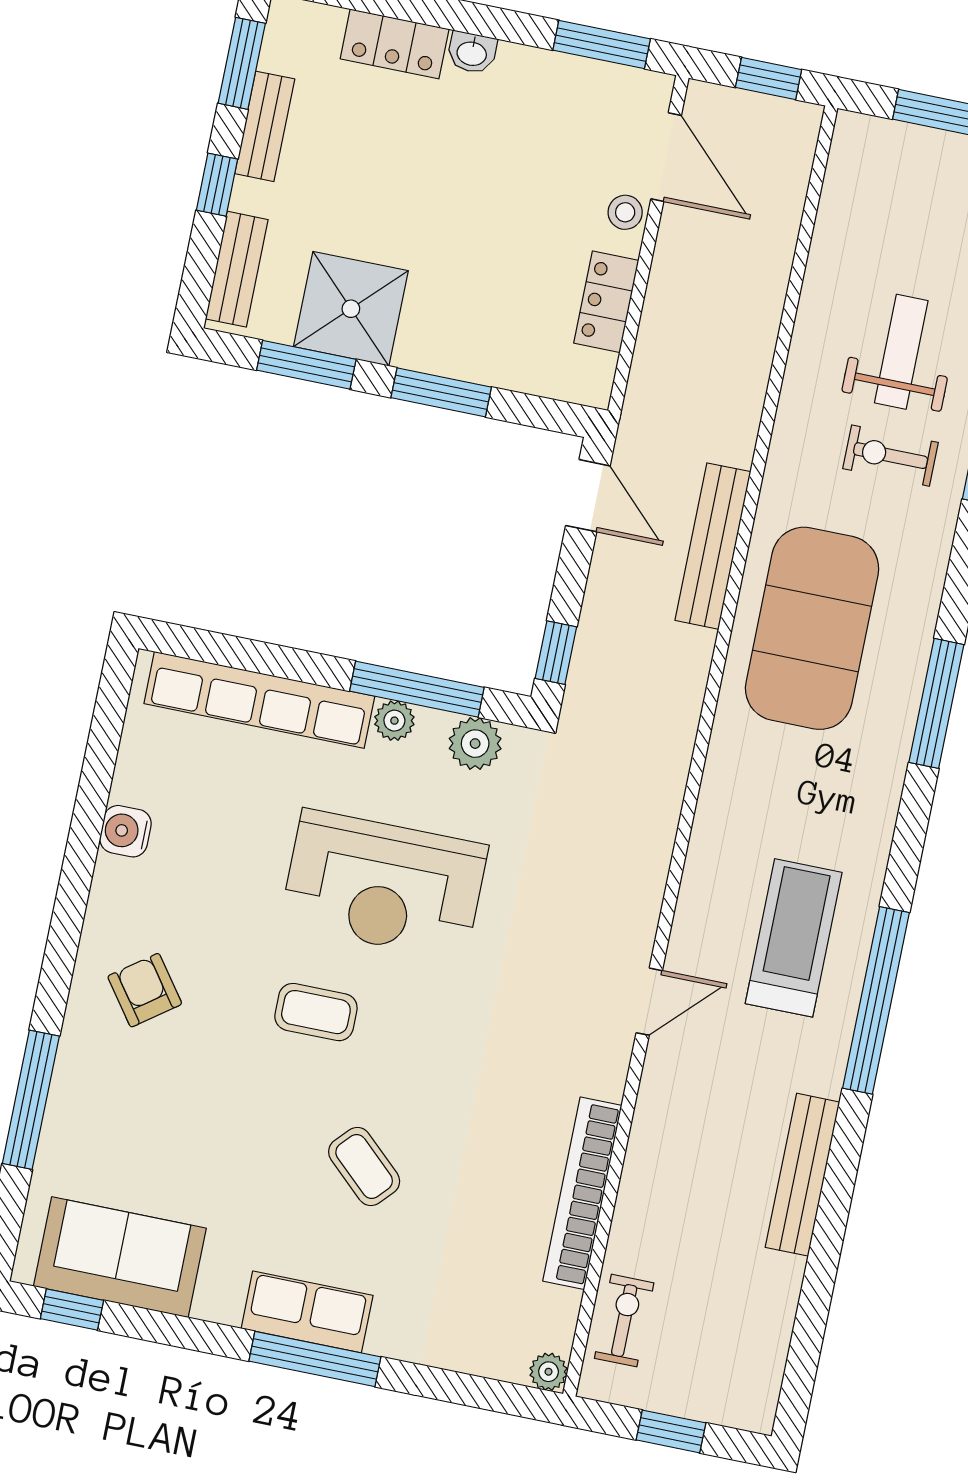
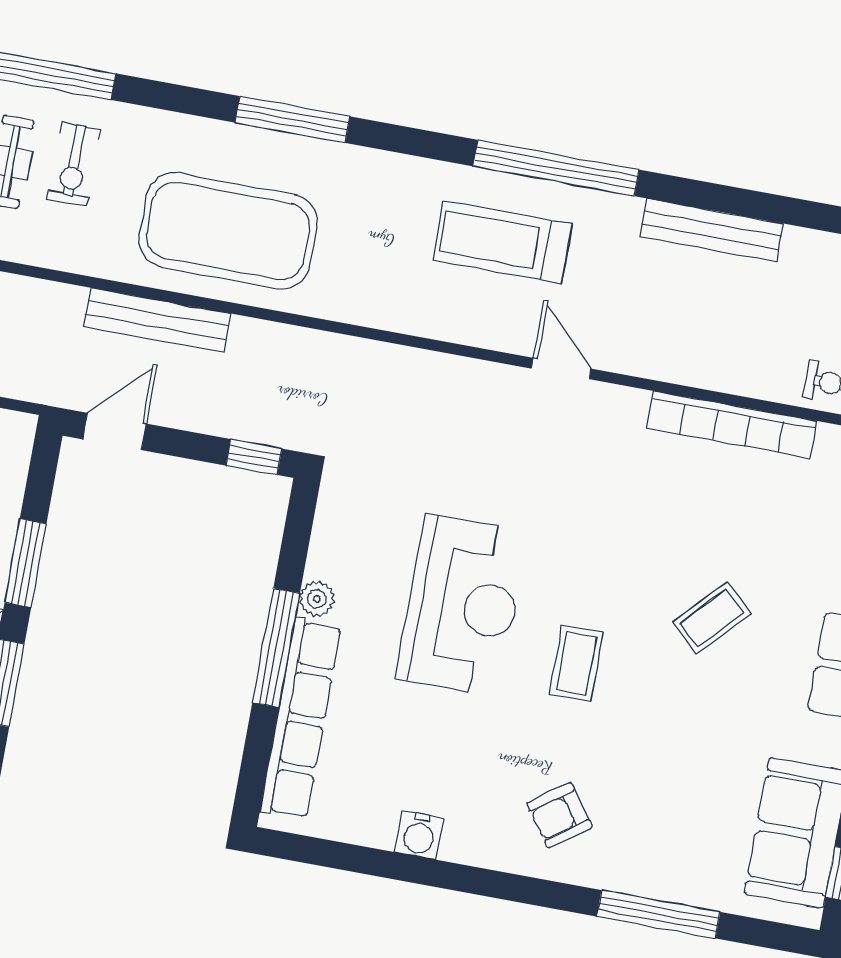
window: (417, 689) -> (276, 648), moved
plant: (475, 744) -> (336, 527), removed

